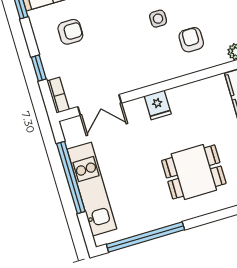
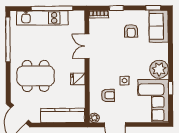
double door: (100, 105) -> (87, 46), moved
fridge: (158, 105) -> (78, 79), moved
dining table: (194, 172) -> (36, 76), width x1.38

